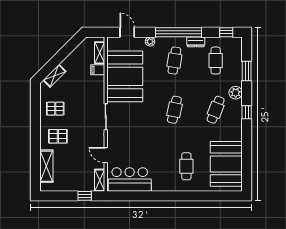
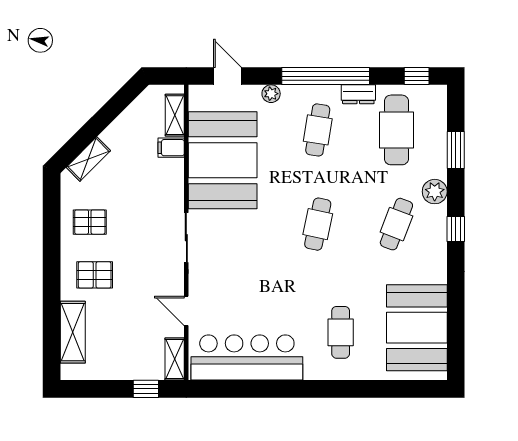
cafe table: (216, 61) -> (396, 130), width x1.37, depth x1.35
bar counter: (130, 179) -> (247, 357), width x1.36

